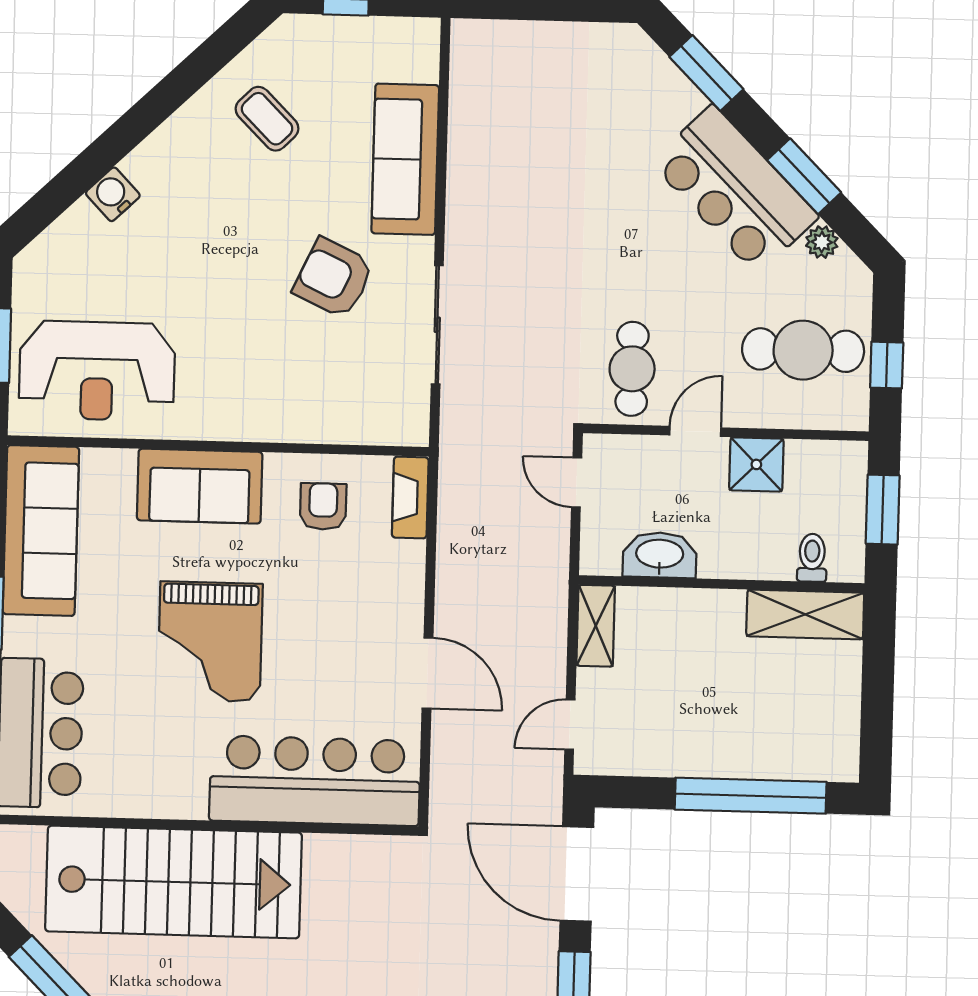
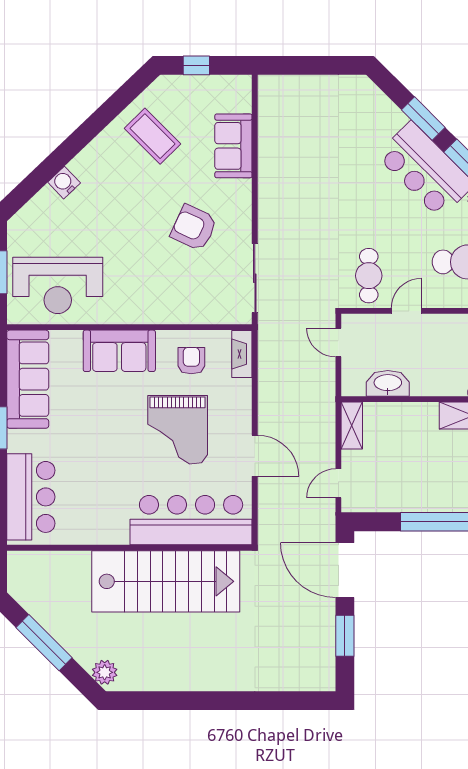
window: (706, 73) -> (423, 119), moved
coffee table: (267, 119) -> (152, 136), width x1.36, depth x1.30
sofa: (405, 159) -> (233, 146), width x0.73
sliding door: (437, 325) -> (255, 278), moved
shower: (756, 464) -> (443, 329), removed
grand piano: (210, 642) -> (178, 430), moved
stairs: (174, 882) -> (166, 581), moved

